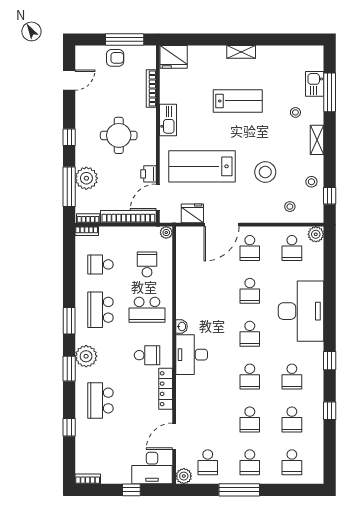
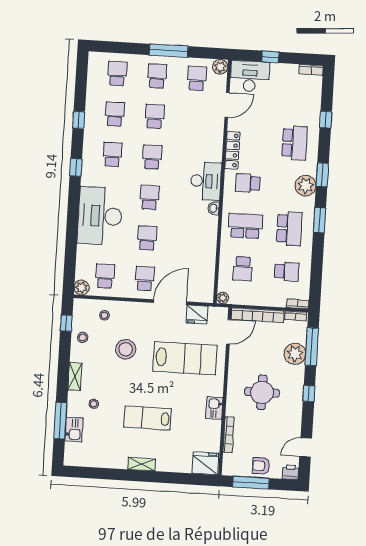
kitchen sink: (168, 120) -> (214, 408), width x0.73
printer: (148, 174) -> (291, 472), moved, turned -90

